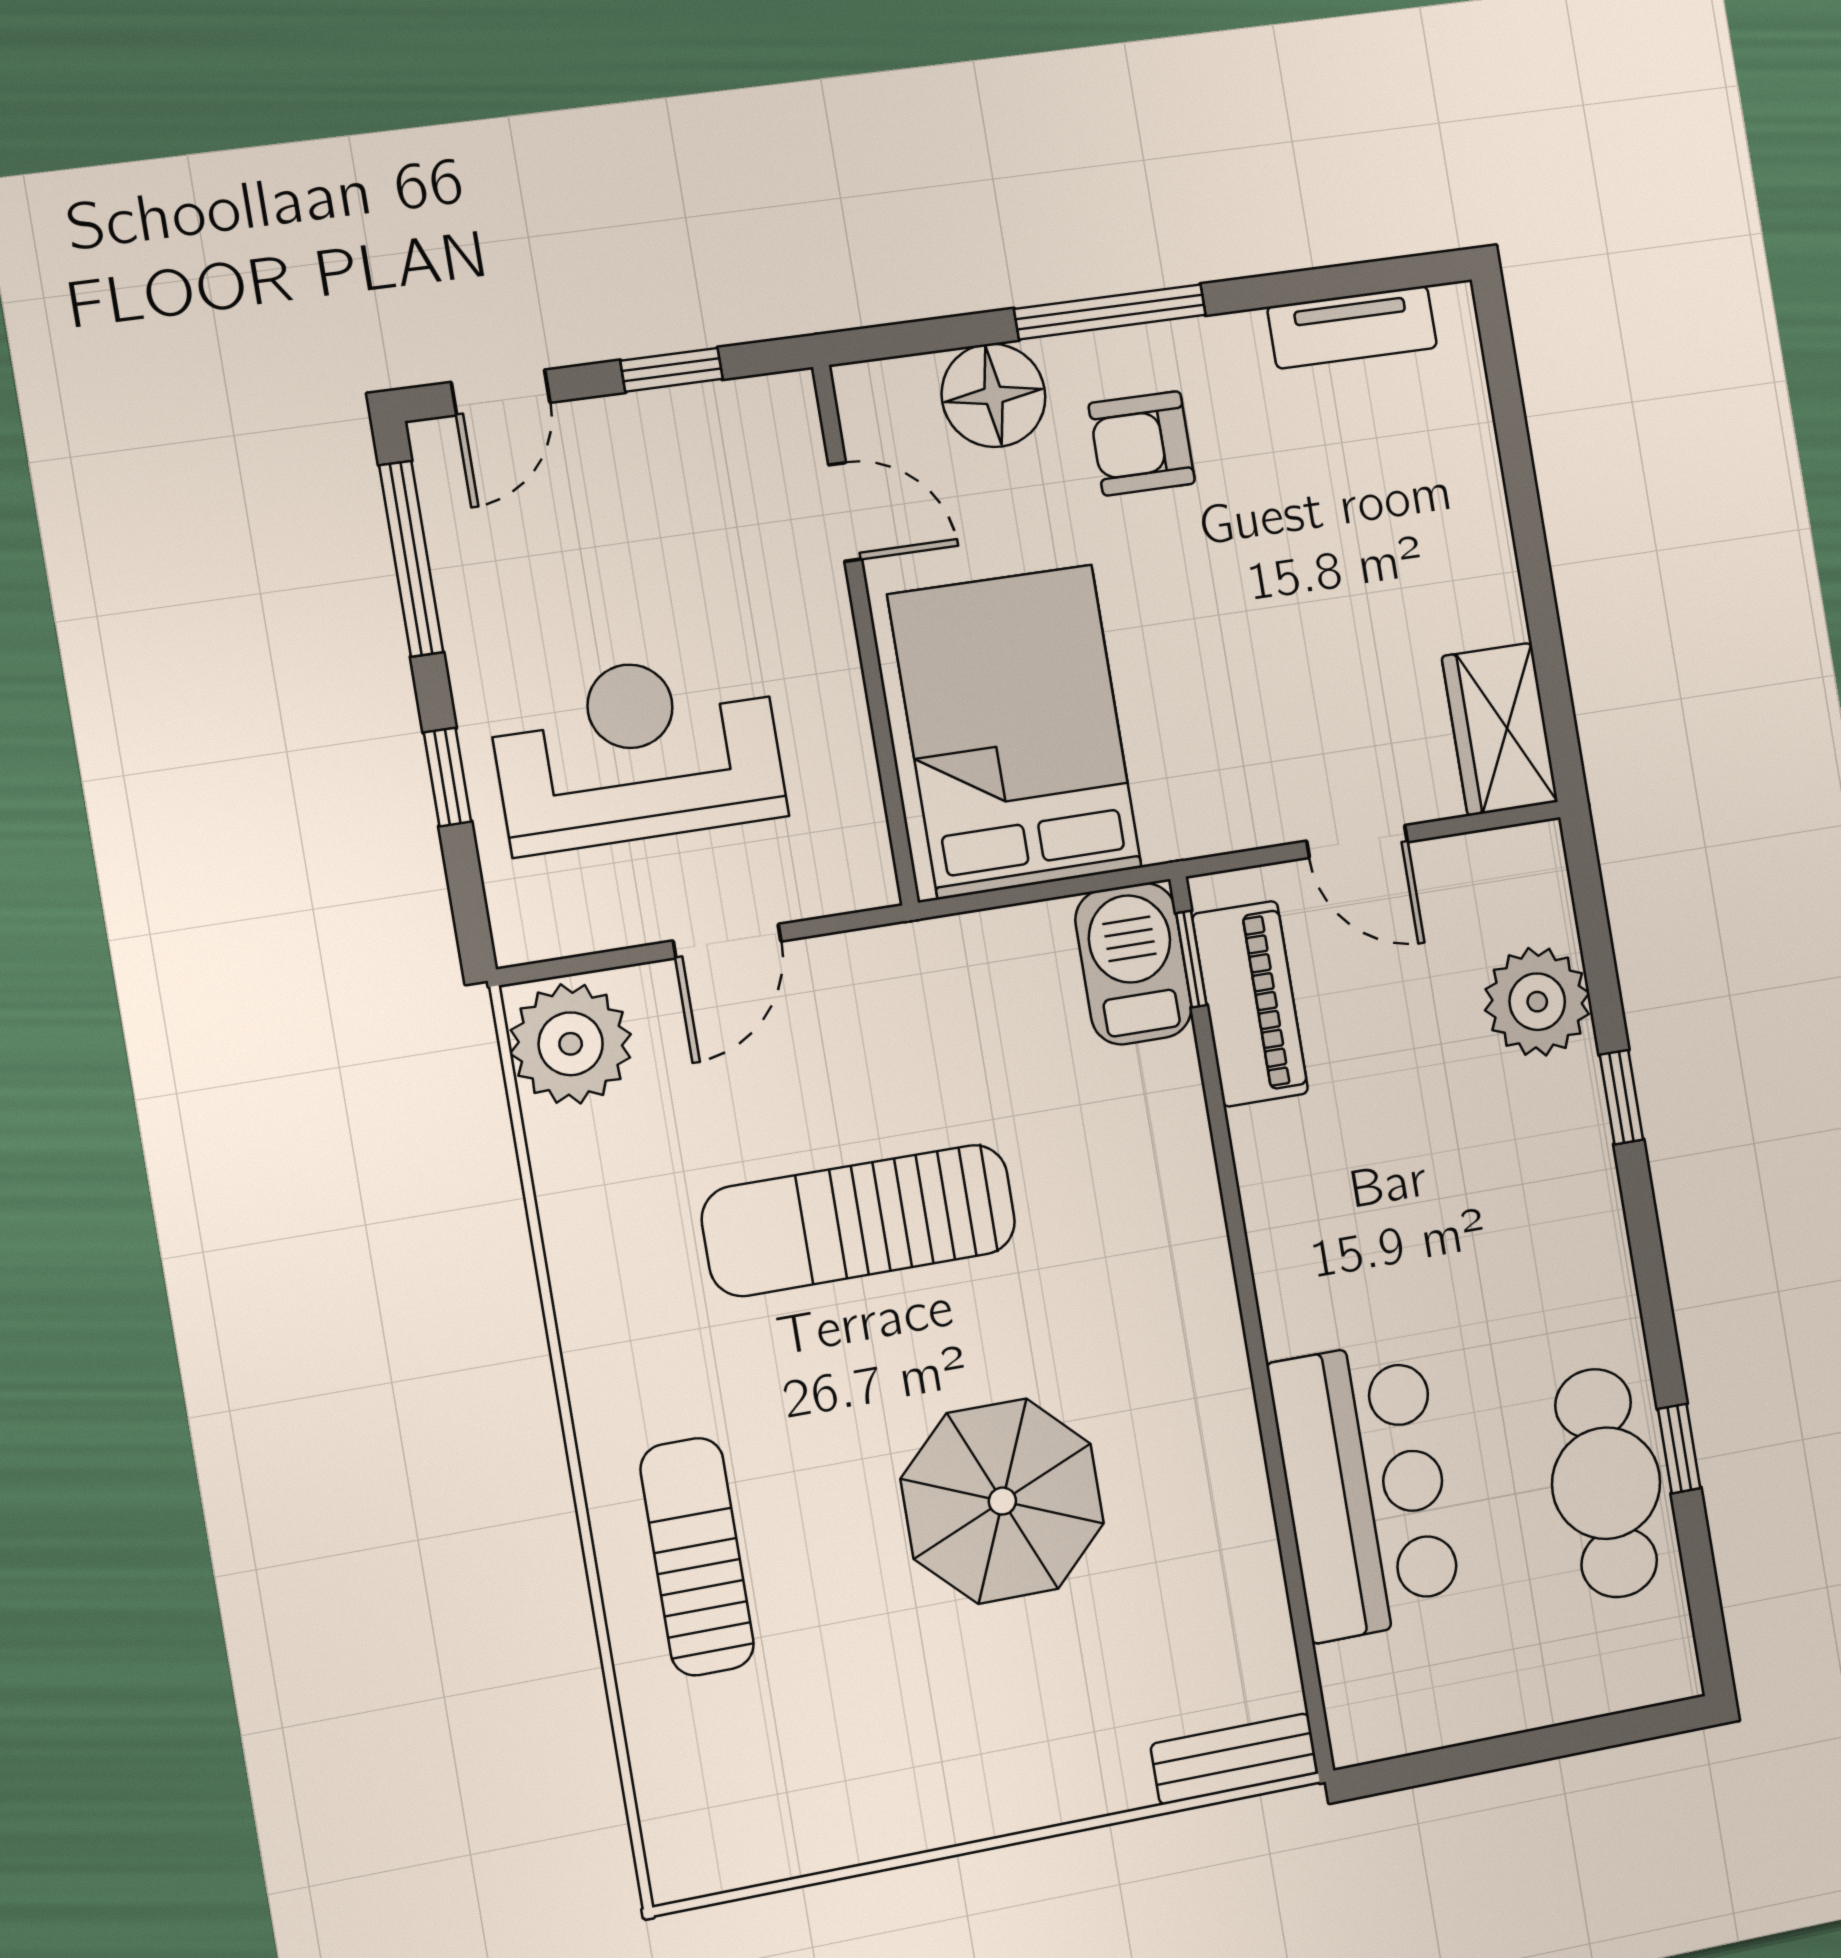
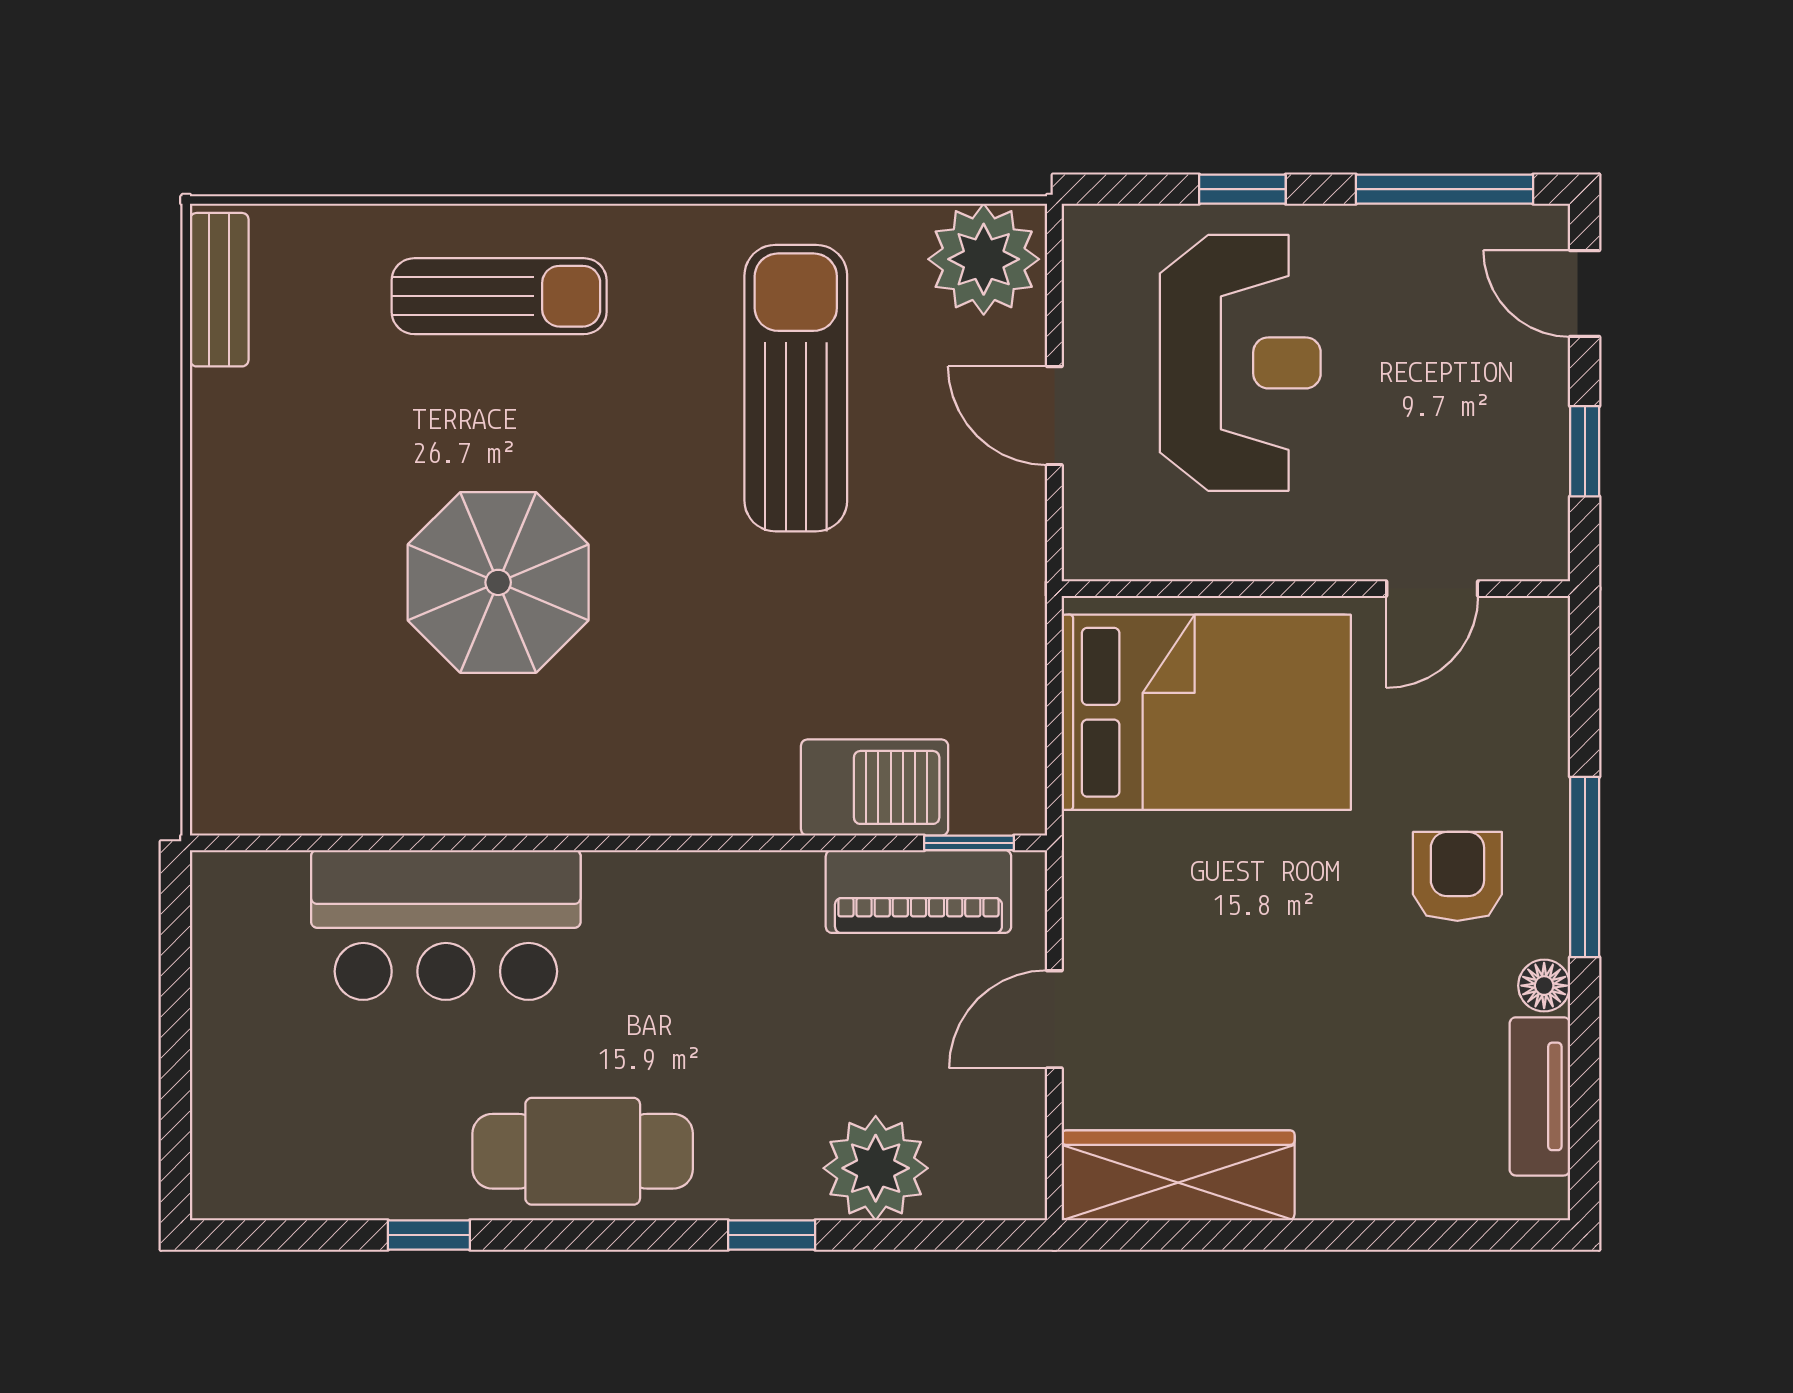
floor lamp: (994, 395) -> (1544, 986), moved, width x0.53, depth x0.53
wardrobe: (1500, 729) -> (1178, 1175), width x1.50
barbecue: (1134, 964) -> (875, 787), moved
sun lounger: (859, 1220) -> (796, 388), moved
cafe table: (1606, 1483) -> (583, 1151), moved
bench: (1235, 1759) -> (219, 290), moved

